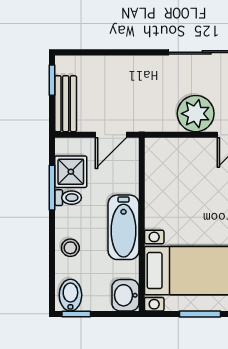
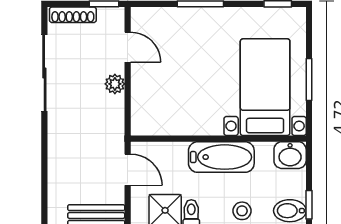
plant: (196, 114) -> (115, 84), width x0.53, depth x0.53

